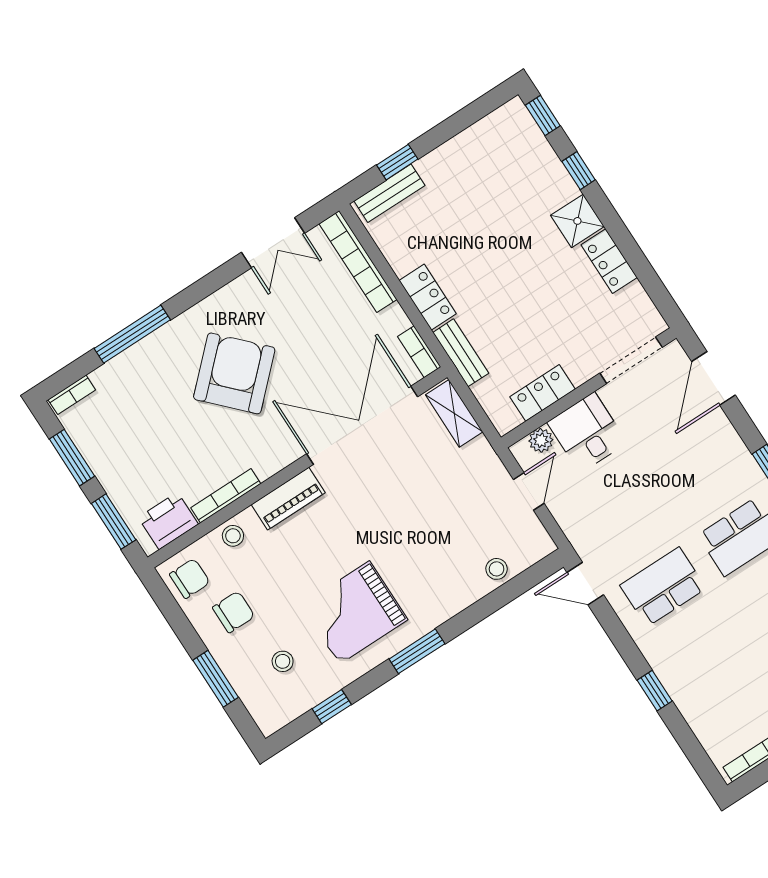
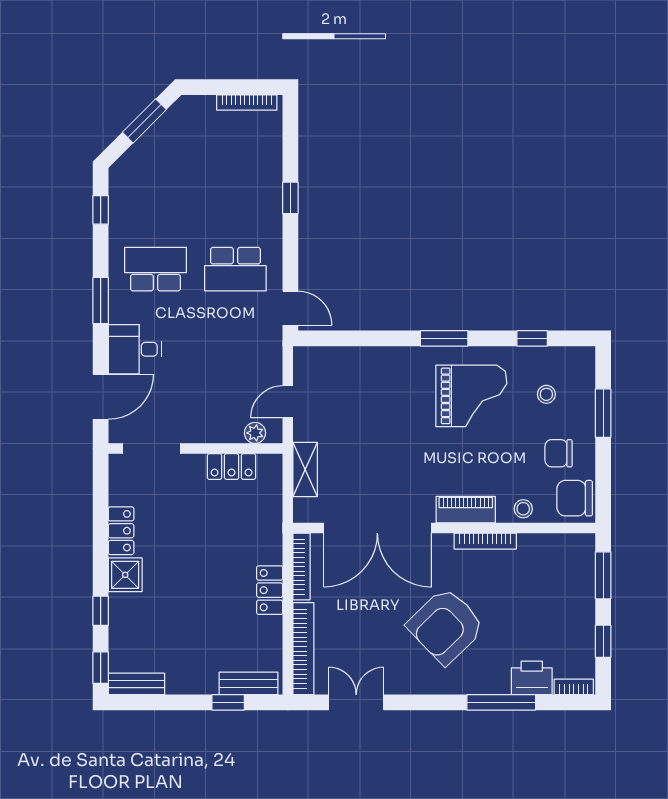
bookcase: (419, 352) -> (301, 567), width x1.56
bench: (461, 353) -> (136, 684), moved, turned 90
shelving: (454, 413) -> (305, 469), moved
desk: (587, 432) -> (135, 349), moved, turned 90
window: (72, 458) -> (603, 641), width x0.67
bookcase: (226, 496) -> (485, 541), moved
printer: (168, 521) -> (532, 678), moved, turned 180
stool: (497, 569) -> (348, 361), removed
chair: (190, 578) -> (575, 498), width x1.37, depth x1.37

